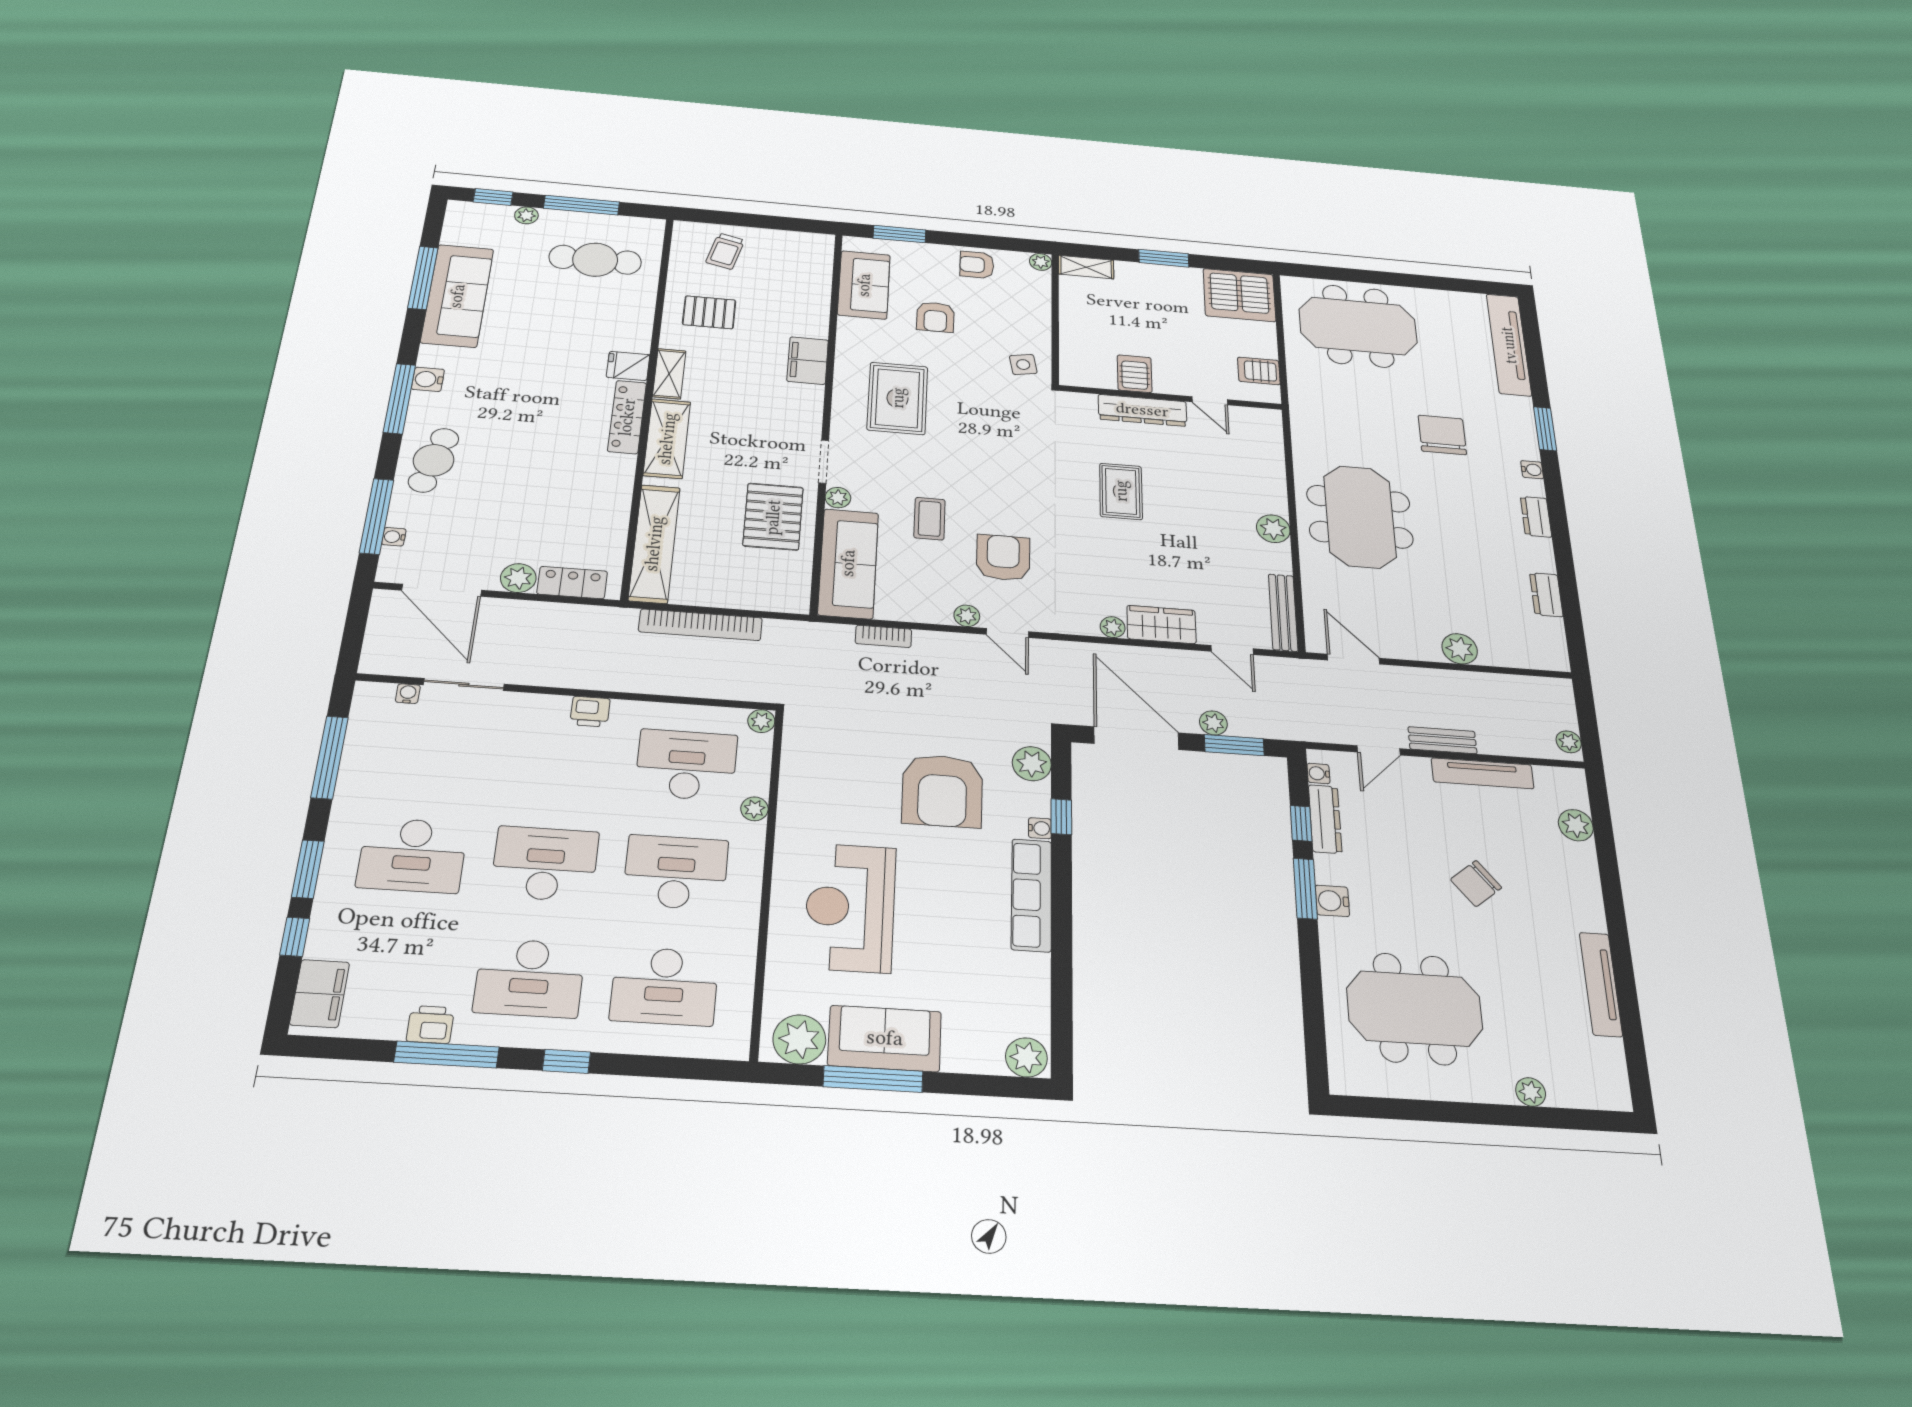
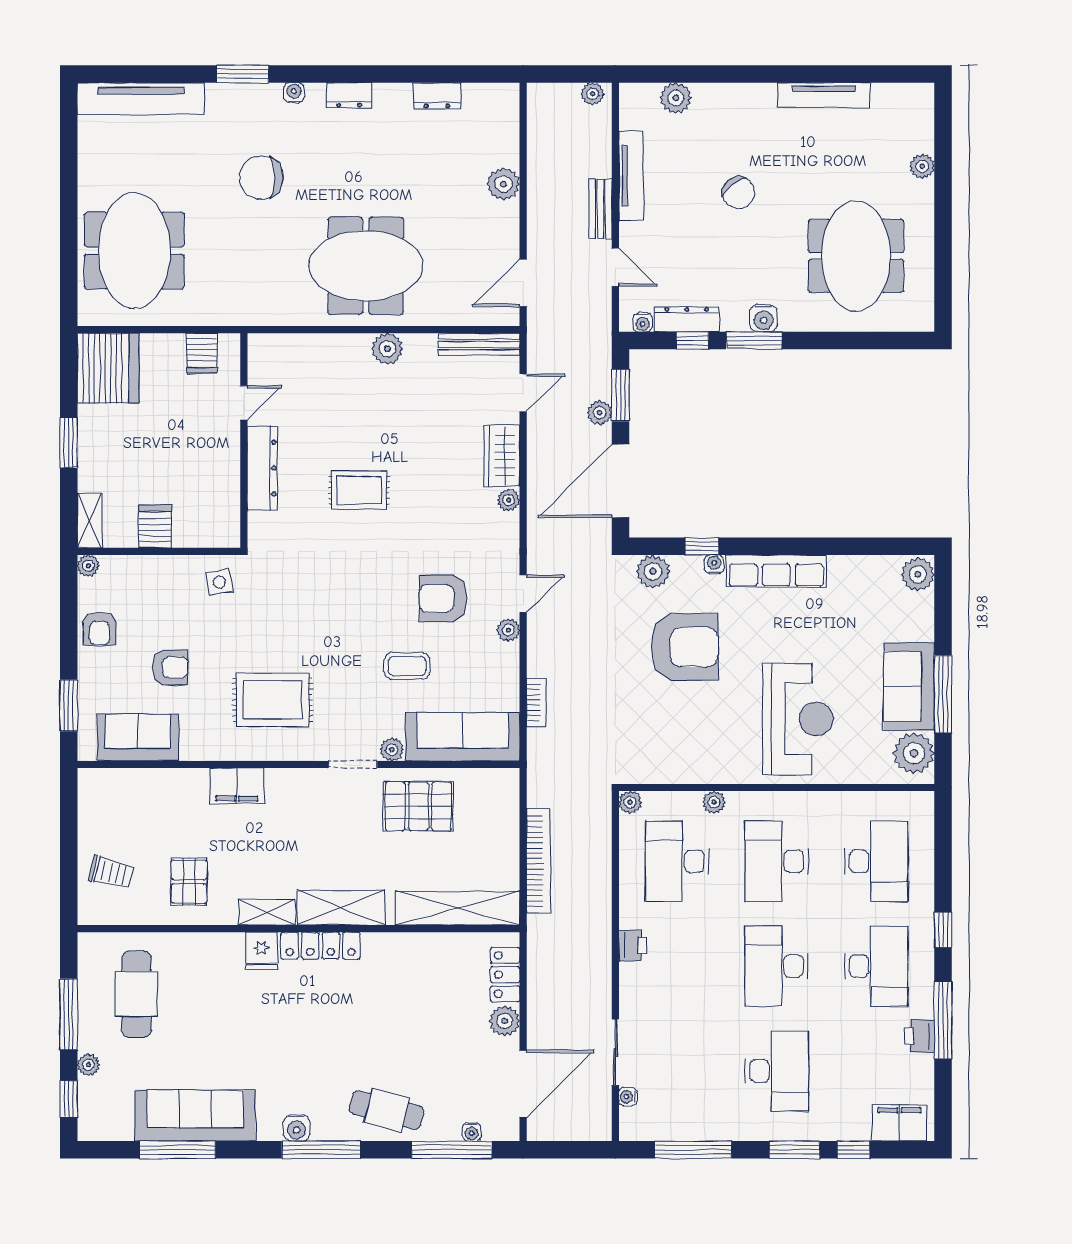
server rack: (1135, 374) -> (155, 526), moved, turned 90
reception desk: (850, 907) -> (798, 719), turned -90

